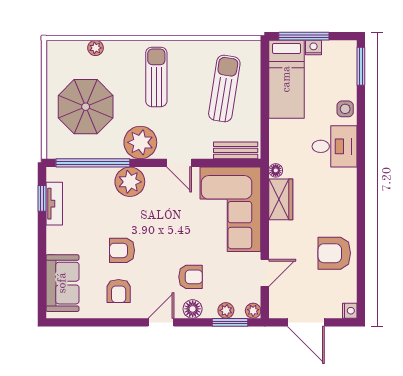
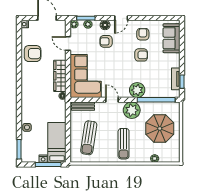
desk: (335, 146) -> (32, 108), removed
wardrobe: (281, 199) -> (60, 76), width x1.50
door: (265, 273) -> (68, 43), hinge flipped

